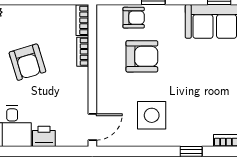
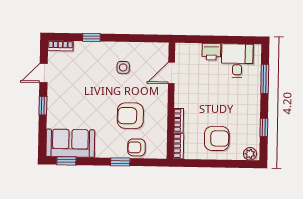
armchair: (27, 62) -> (217, 138), moved, turned 107
side table: (152, 115) -> (123, 67), width x0.54, depth x0.54
door: (92, 127) -> (171, 73), moved

